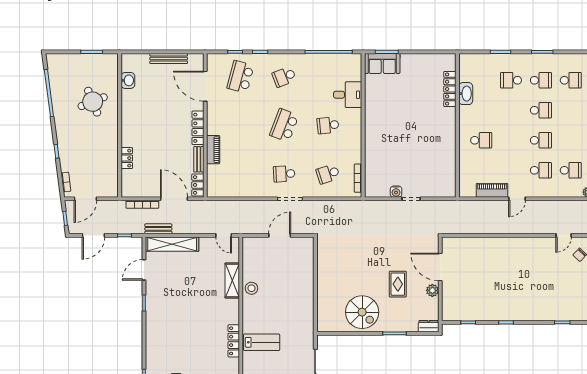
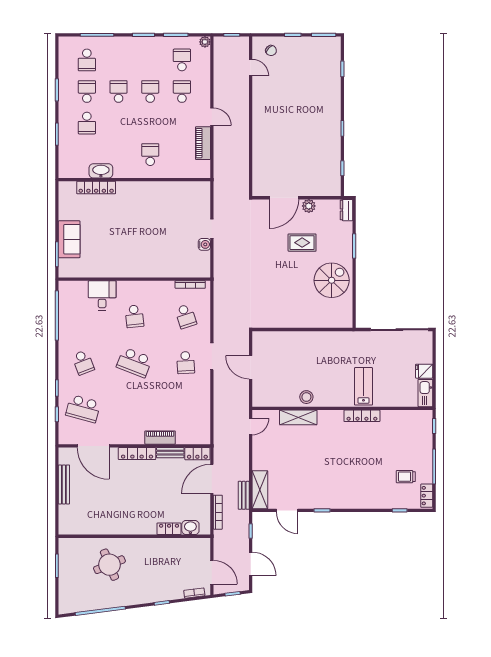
sofa: (382, 63) -> (69, 239), moved
washbasin: (128, 80) -> (190, 528), moved
school desk: (571, 80) -> (87, 60), turned 180
door: (205, 86) -> (93, 446), hinge flipped
shelving: (172, 244) -> (260, 490), width x0.68

